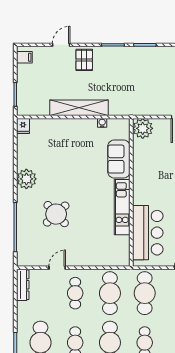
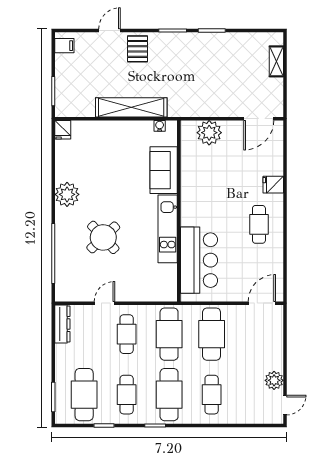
sofa: (119, 159) -> (164, 170), moved
wall: (131, 192) -> (179, 211), moved
kitchen unit: (122, 207) -> (168, 229), moved
bar counter: (148, 233) -> (199, 260), moved

